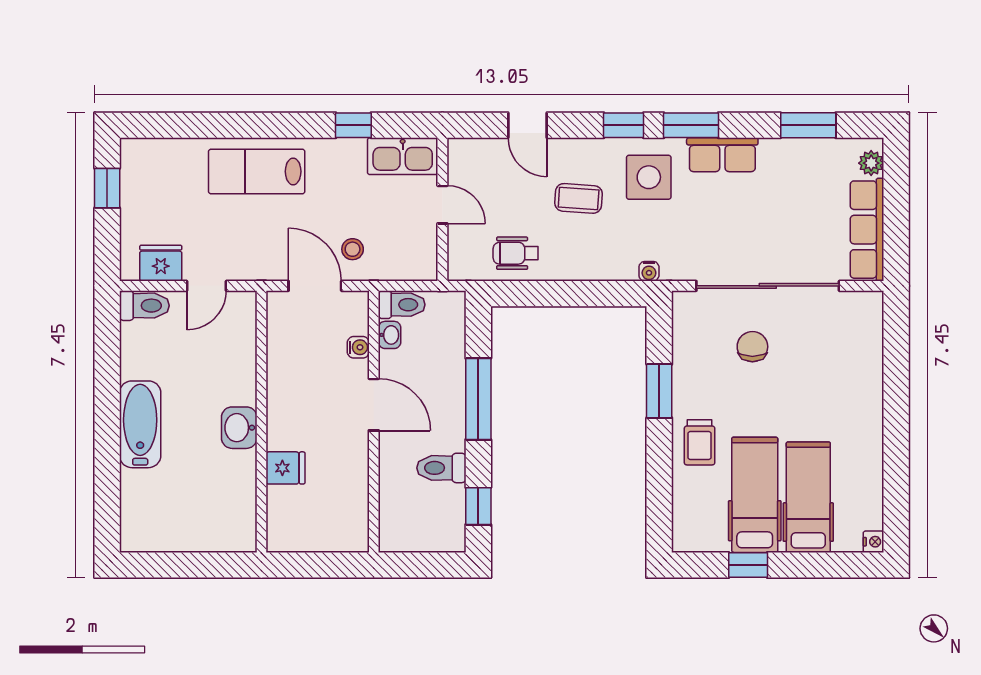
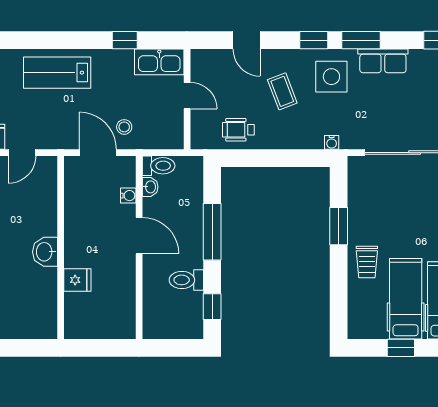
coffee table: (579, 198) -> (282, 91), turned 65
chair: (752, 347) -> (404, 195), removed

